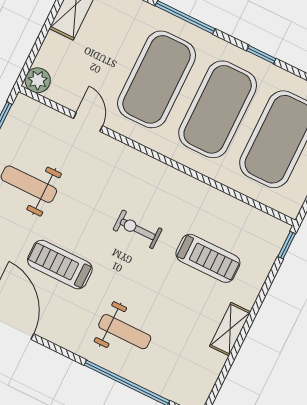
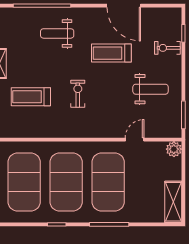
door: (88, 122) -> (135, 140), swing flipped
exercise bike: (138, 229) -> (78, 94), turned -90
treadmill: (60, 265) -> (111, 53), turned 180

